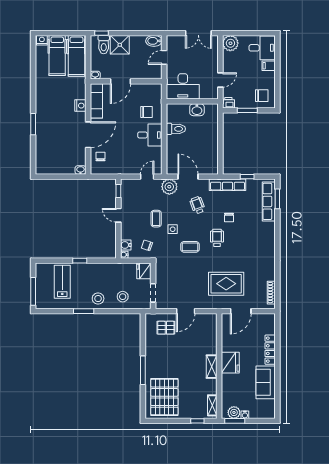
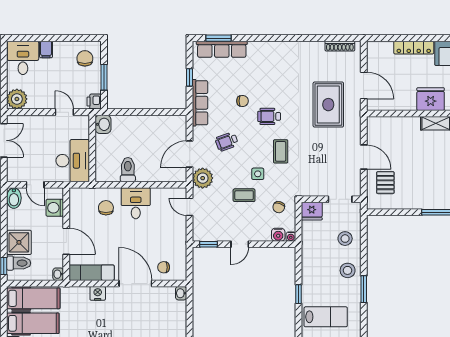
washing machine: (146, 72) -> (55, 208), added
washbasin: (197, 110) -> (103, 124), moved
lab bench: (62, 282) -> (326, 317), turned 180

